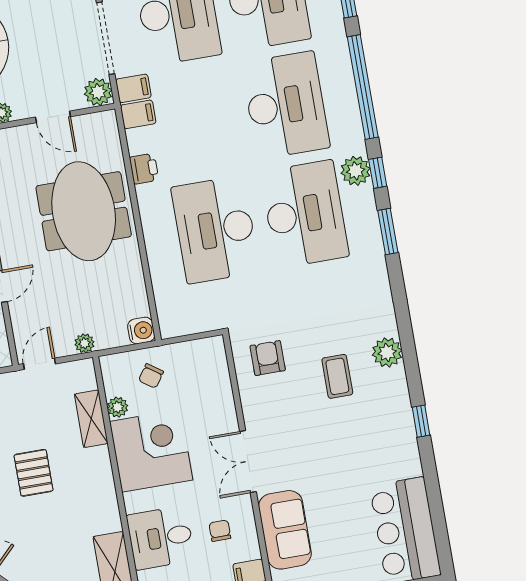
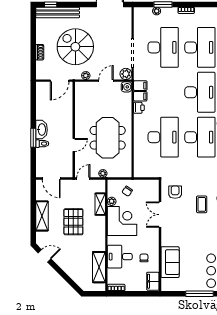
filing cabinet: (133, 88) -> (140, 96), moved
door: (53, 117) -> (106, 81), swing flipped
meeting table: (84, 211) -> (108, 138), moved
desk: (215, 230) -> (163, 137), turned 180
water cooler: (141, 331) -> (126, 87), moved
double door: (248, 462) -> (160, 215), moved
pallet: (34, 473) -> (73, 222), width x1.50, depth x1.42

